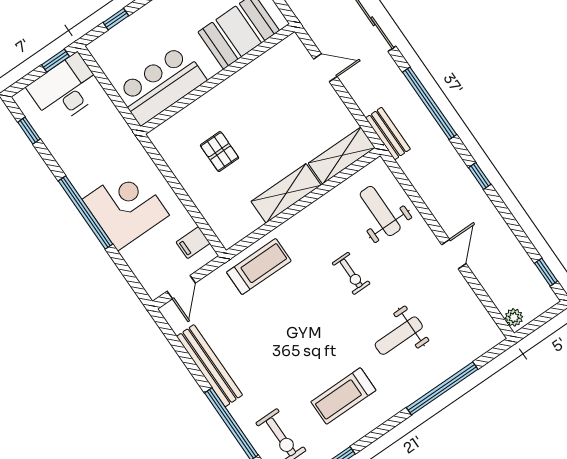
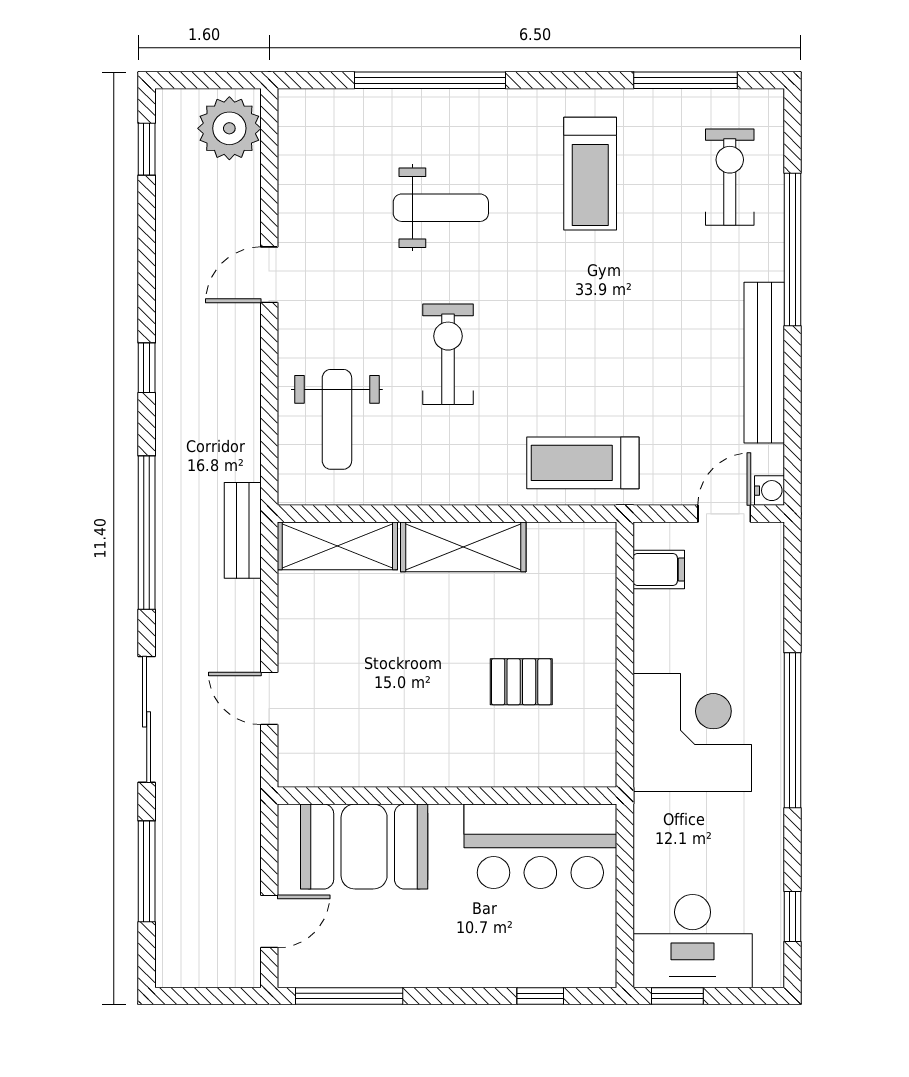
pallet: (220, 152) -> (521, 682), turned 90
corner desk: (126, 207) -> (692, 733), moved, turned 180
exercise bike: (351, 273) -> (448, 354), width x1.38, depth x1.39
water cooler: (168, 311) -> (769, 491), added
plant: (514, 317) -> (229, 128), width x1.88, depth x1.88
treadmill: (343, 396) -> (590, 174), turned 90

